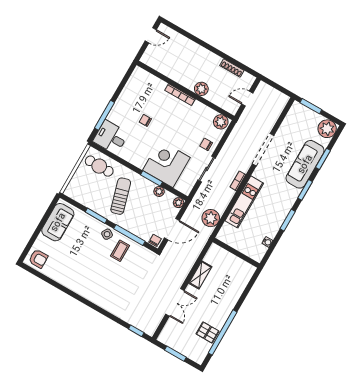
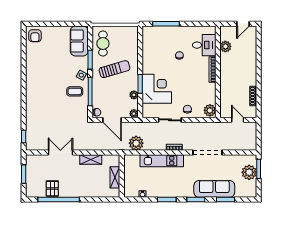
door: (151, 35) -> (243, 24), hinge flipped
plant: (201, 89) -> (225, 46), moved
plant: (327, 129) -> (249, 172), moved
desk: (111, 137) -> (204, 45), moved, turned 90
cafe table: (99, 166) -> (103, 44), moved
sofa: (58, 222) -> (79, 41), moved, turned 90
shelving: (233, 261) -> (115, 177), added
double door: (175, 302) -> (60, 153), swing flipped

